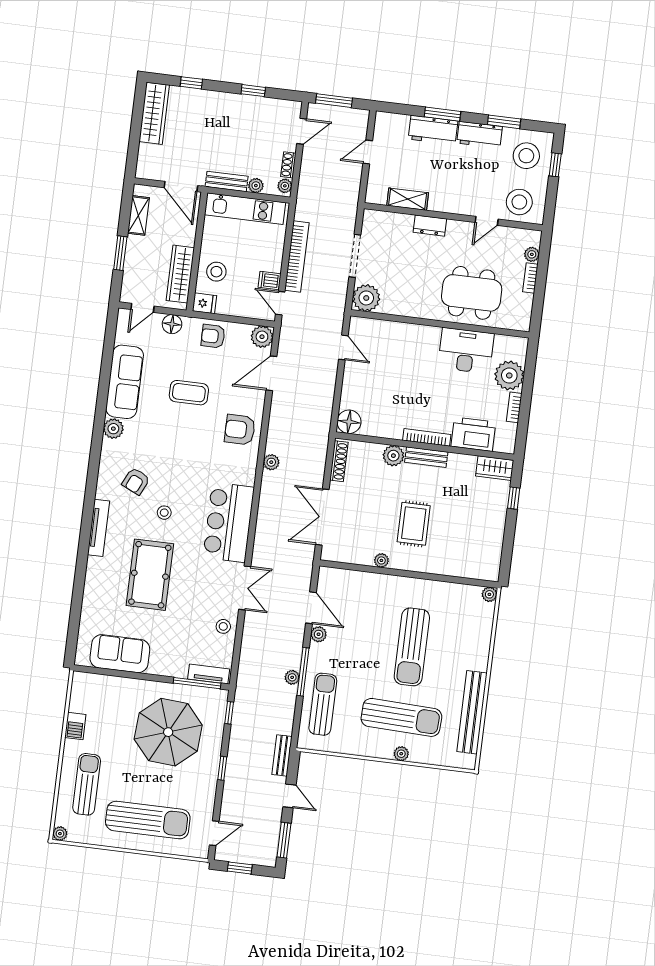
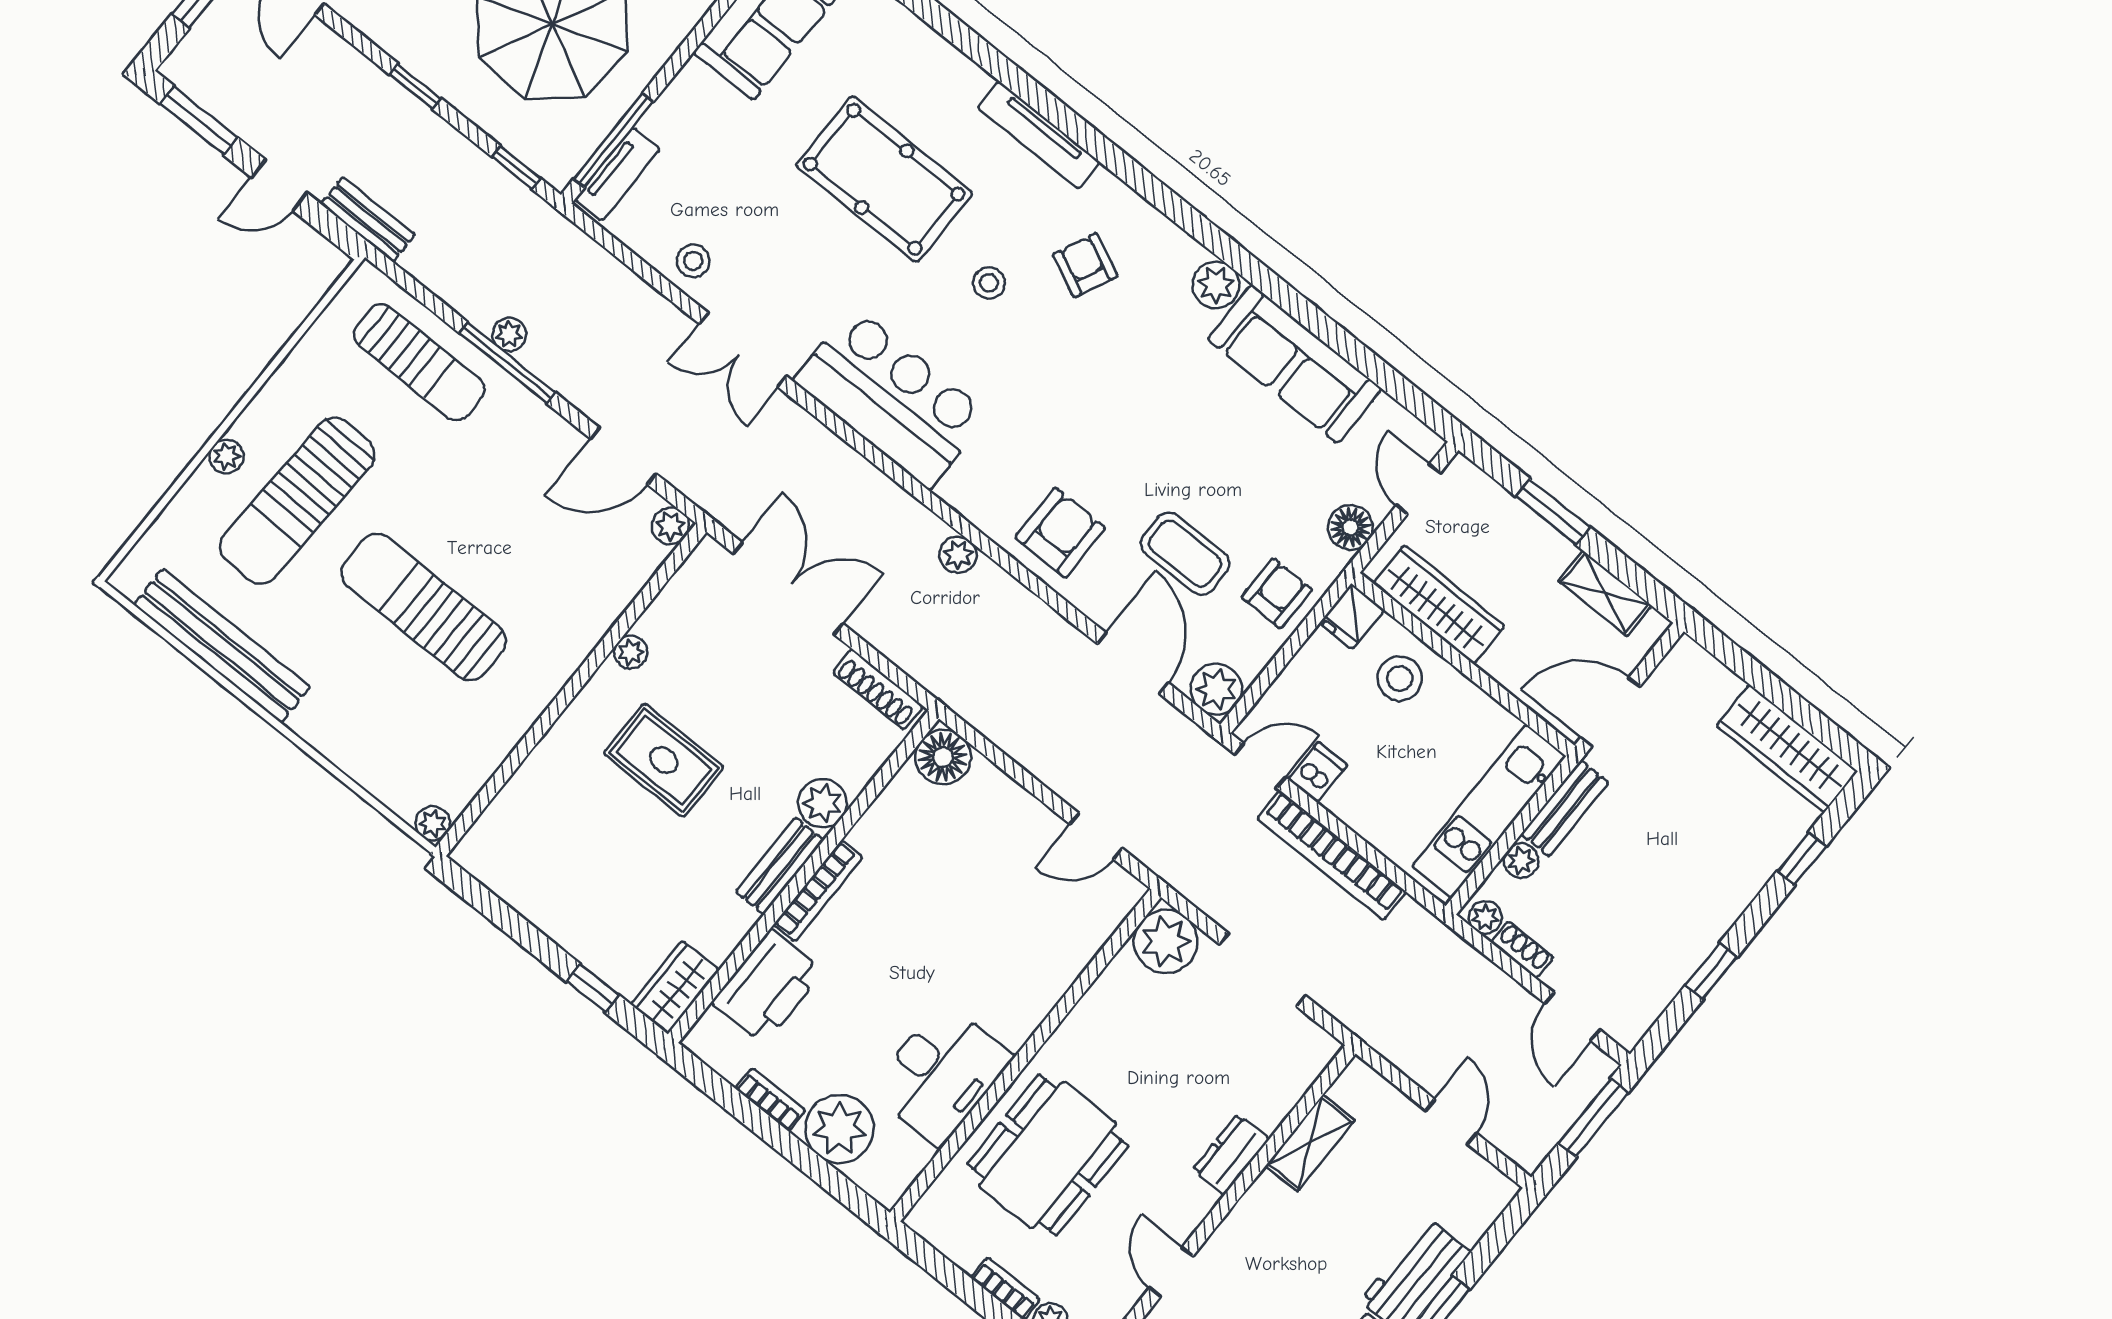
coffee table: (189, 393) -> (1185, 554), moved, turned 90
plant: (319, 634) -> (670, 526), moved

